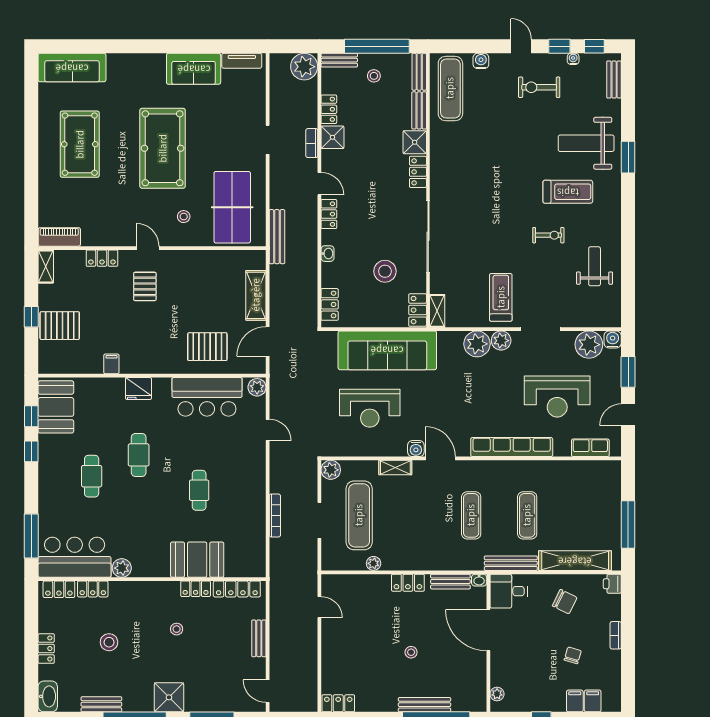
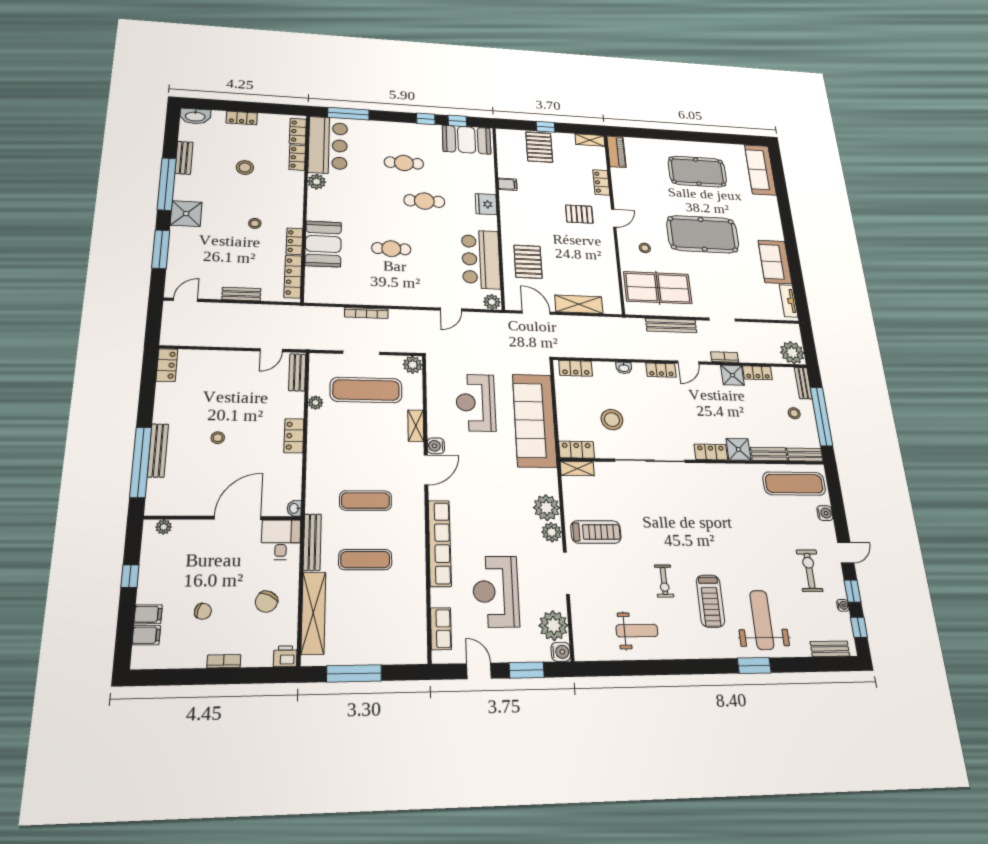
bench: (277, 237) -> (671, 326), moved
bench: (450, 582) -> (297, 372), moved

